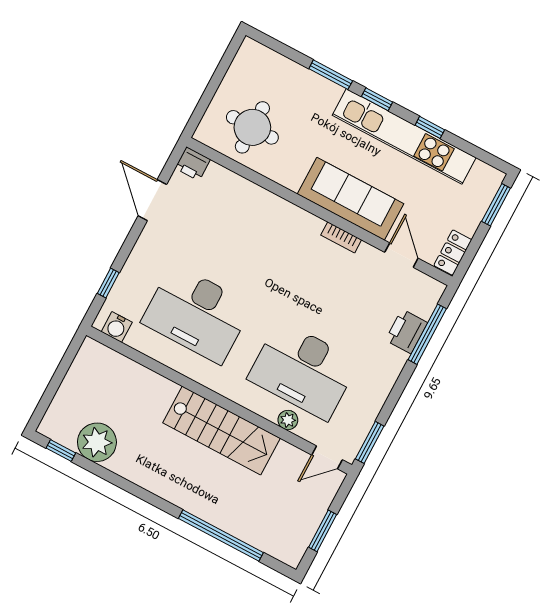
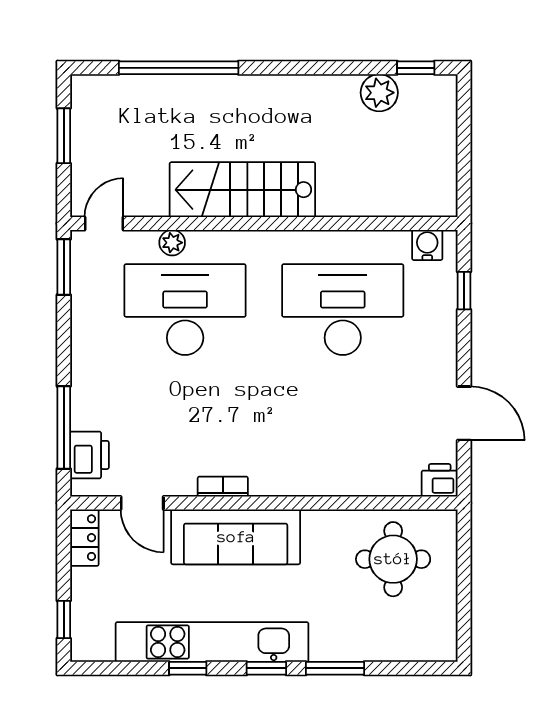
window: (496, 205) -> (64, 619), width x0.67
printer: (407, 331) -> (89, 455), moved
plant: (97, 442) -> (379, 93), width x0.73, depth x0.73

